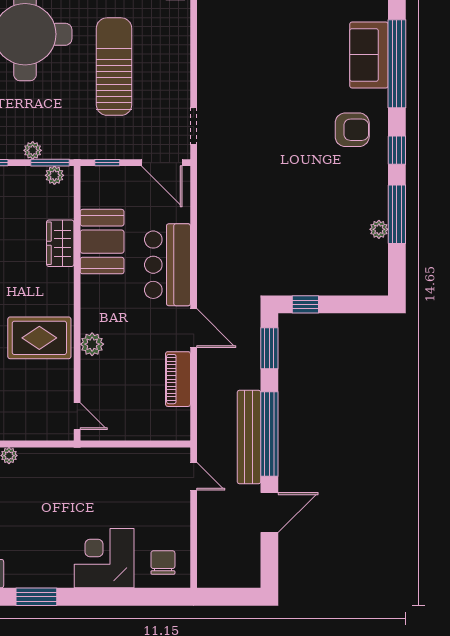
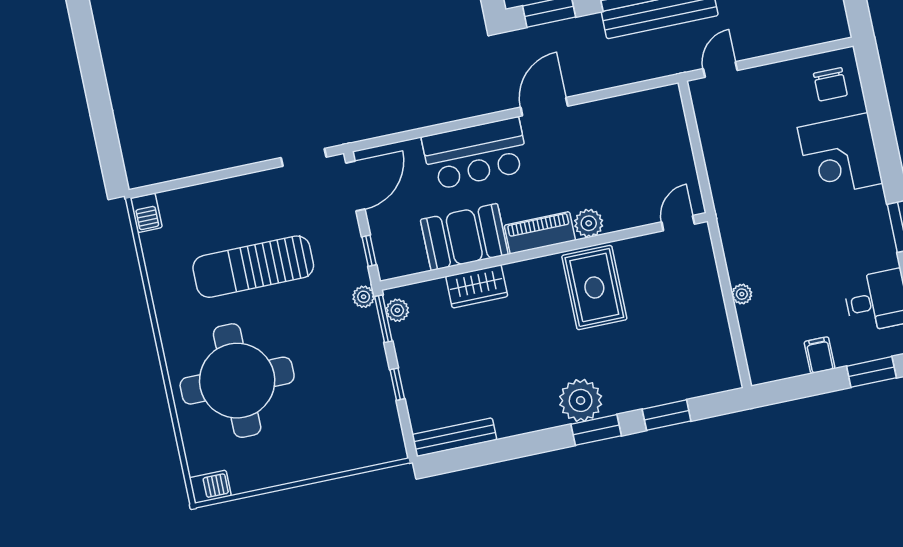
plant: (33, 150) -> (364, 297), moved
piano: (178, 379) -> (540, 233), moved, turned 180
chair: (163, 563) -> (830, 84), turned -90

